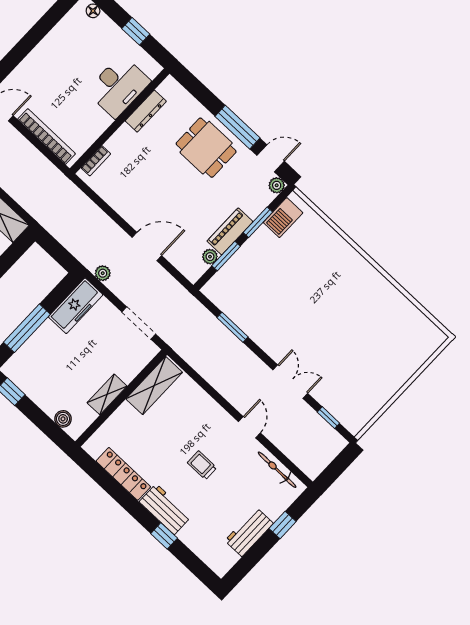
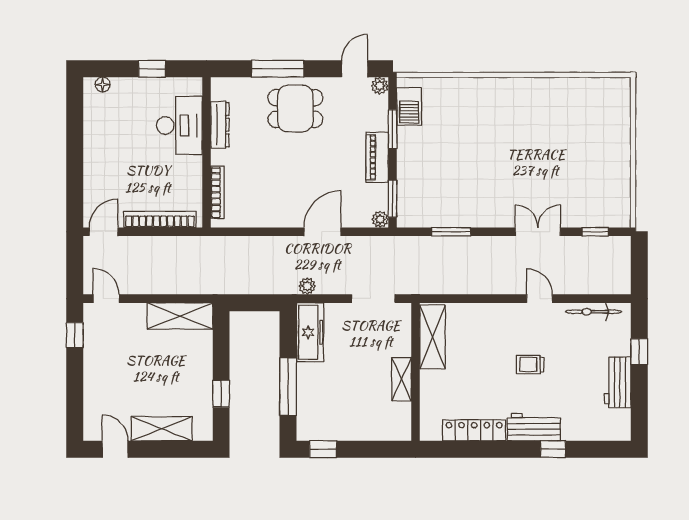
window: (237, 127) -> (278, 69), moved
bookcase: (96, 161) -> (217, 192), width x1.56
window: (226, 256) -> (393, 199), moved
plant: (210, 257) -> (380, 219), moved
boiler: (63, 419) -> (385, 432), removed

